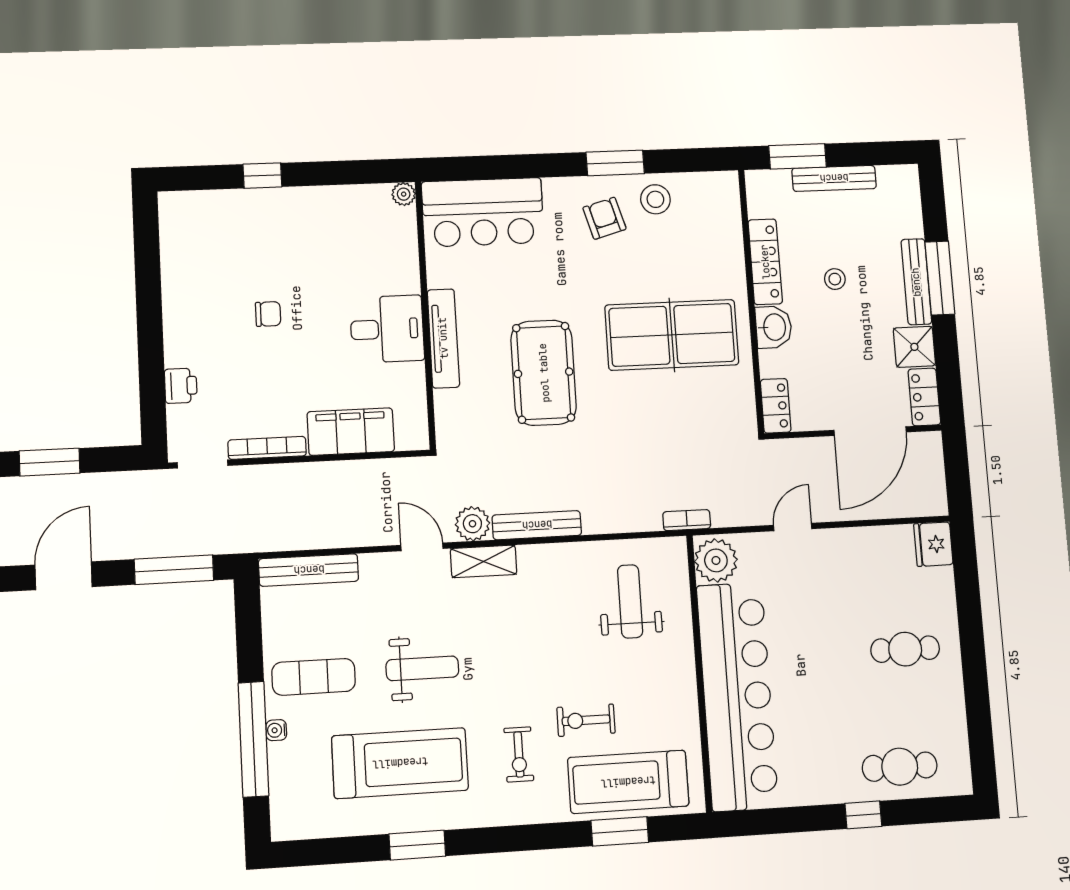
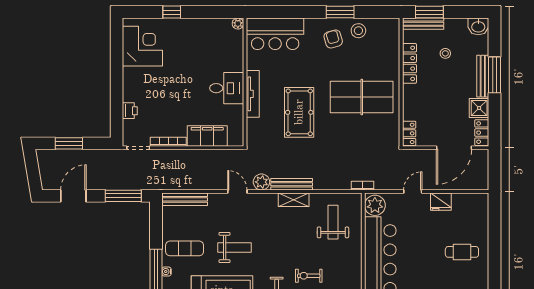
bench: (834, 178) -> (423, 24), moved
corner desk: (203, 249) -> (142, 46), added
stool: (835, 279) -> (445, 53), moved
chair: (268, 314) -> (172, 79), removed
washbasin: (774, 327) -> (478, 26), moved, turned 90
fridge: (933, 544) -> (441, 202), moved, turned -90
shelving: (484, 561) -> (294, 200), moved

